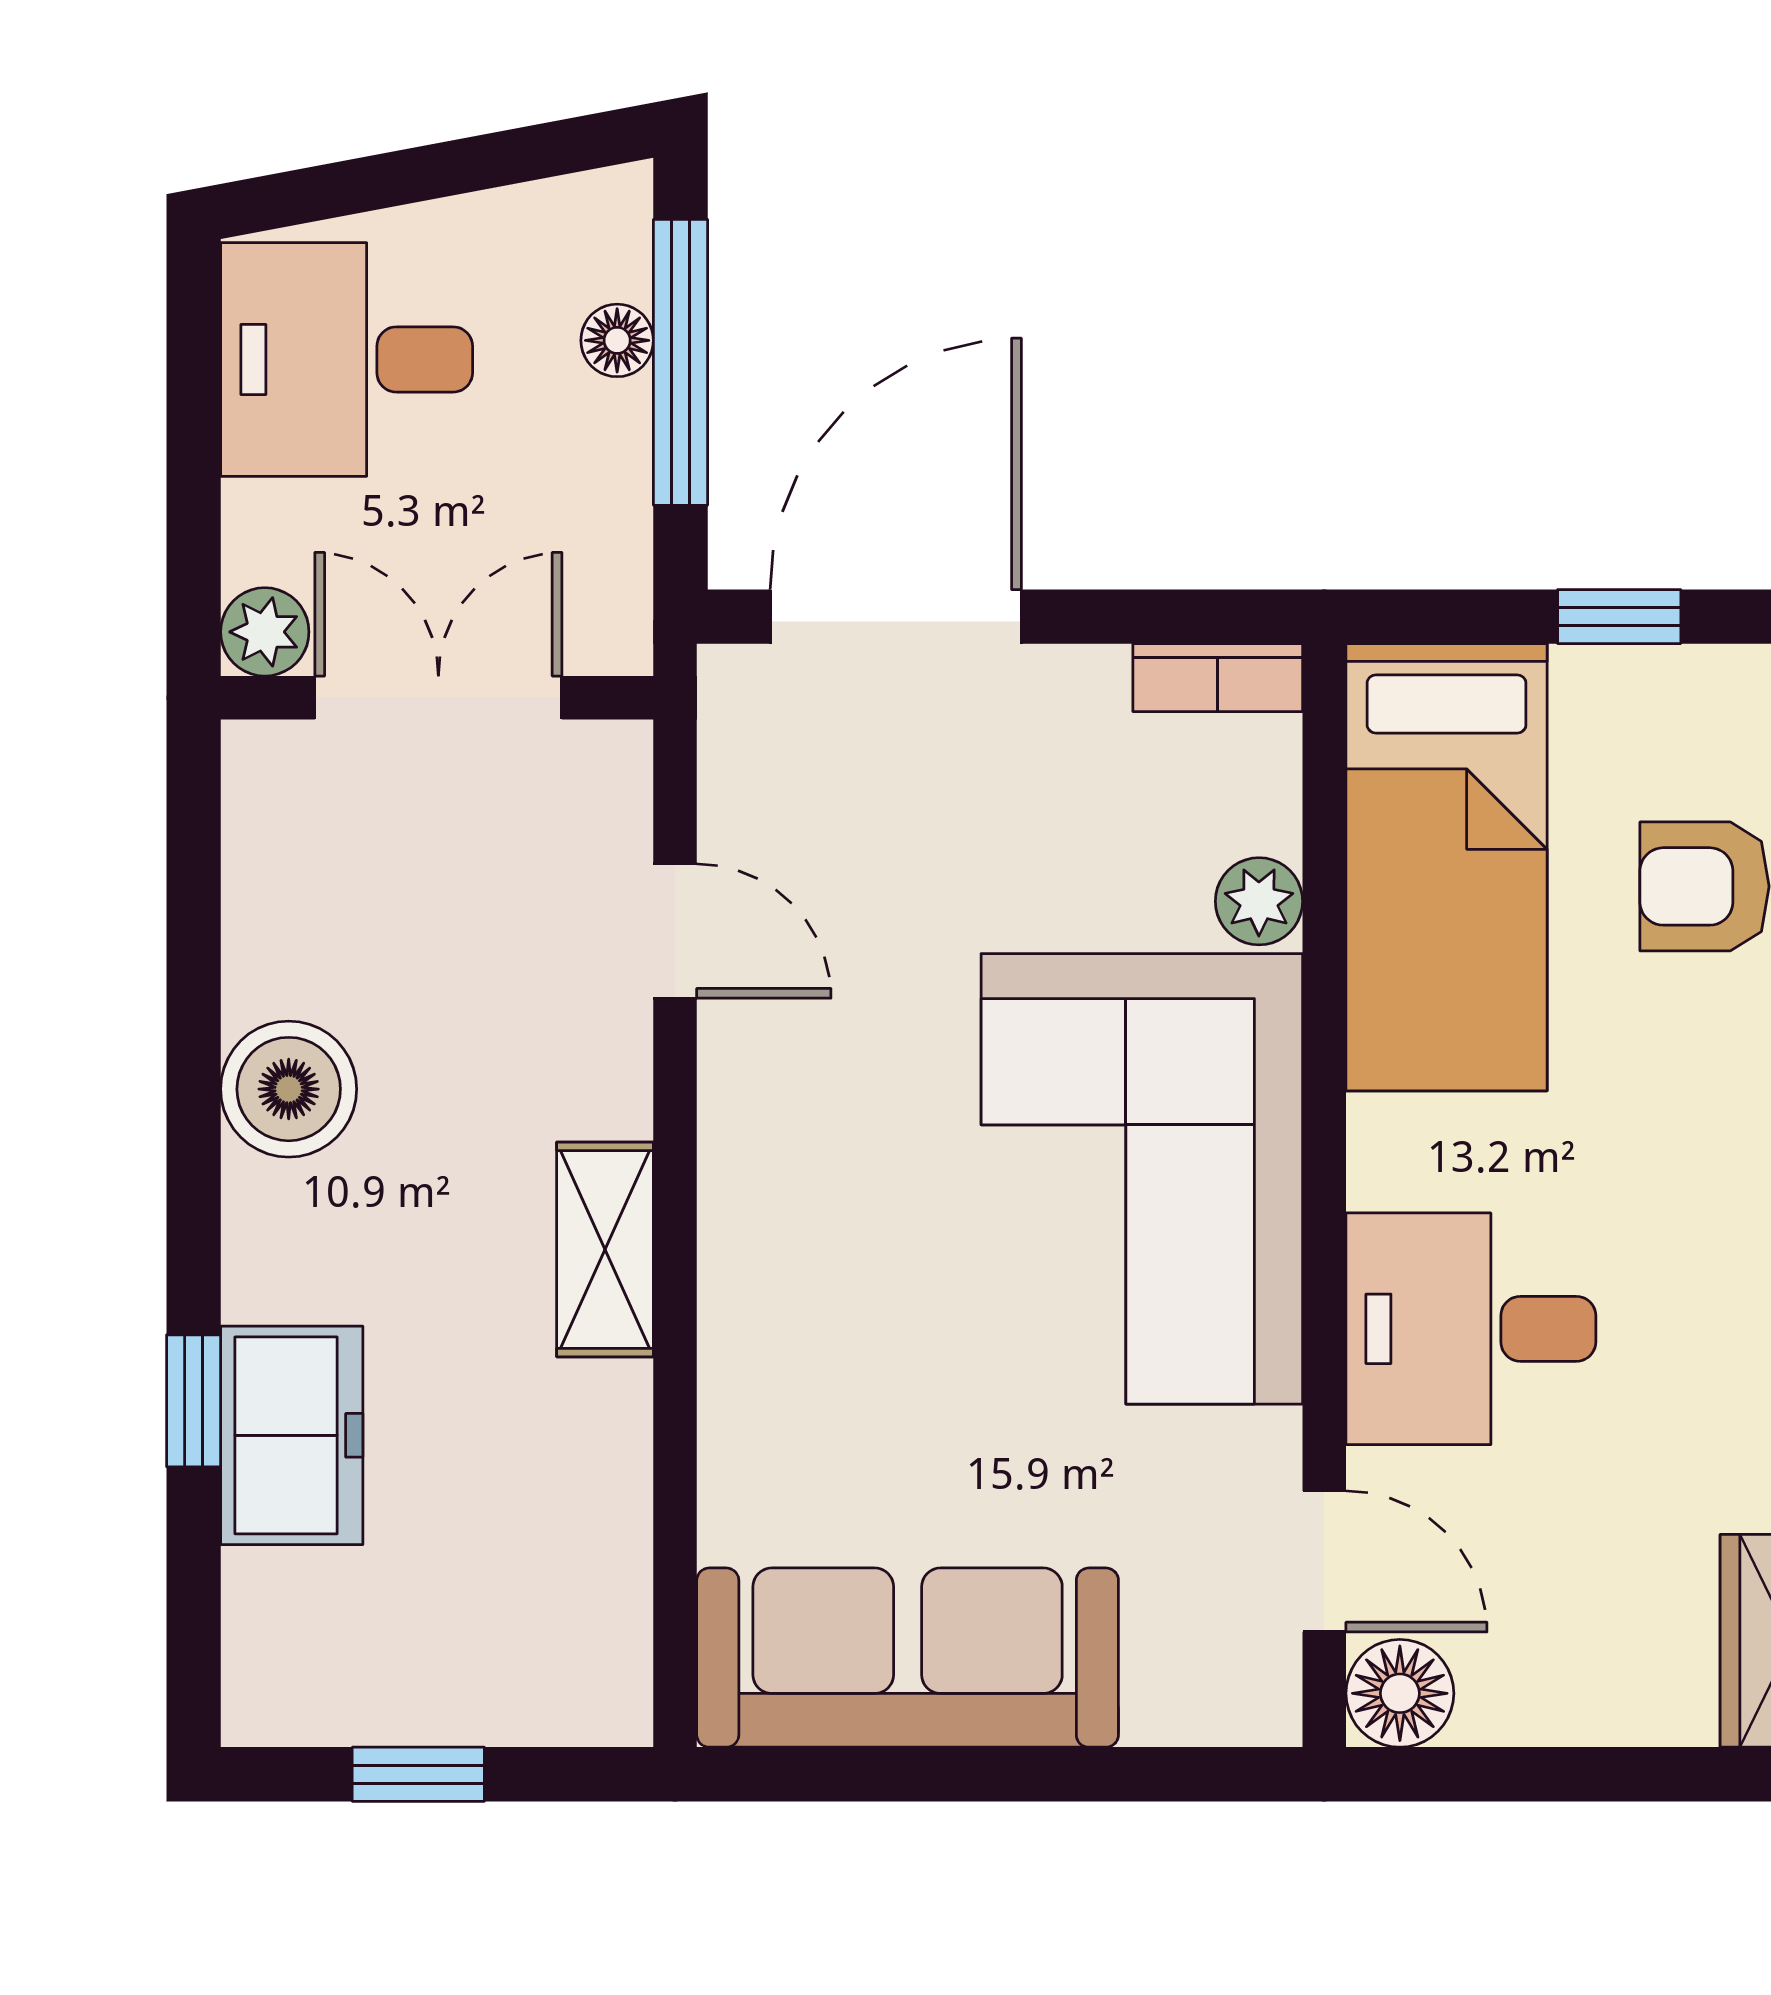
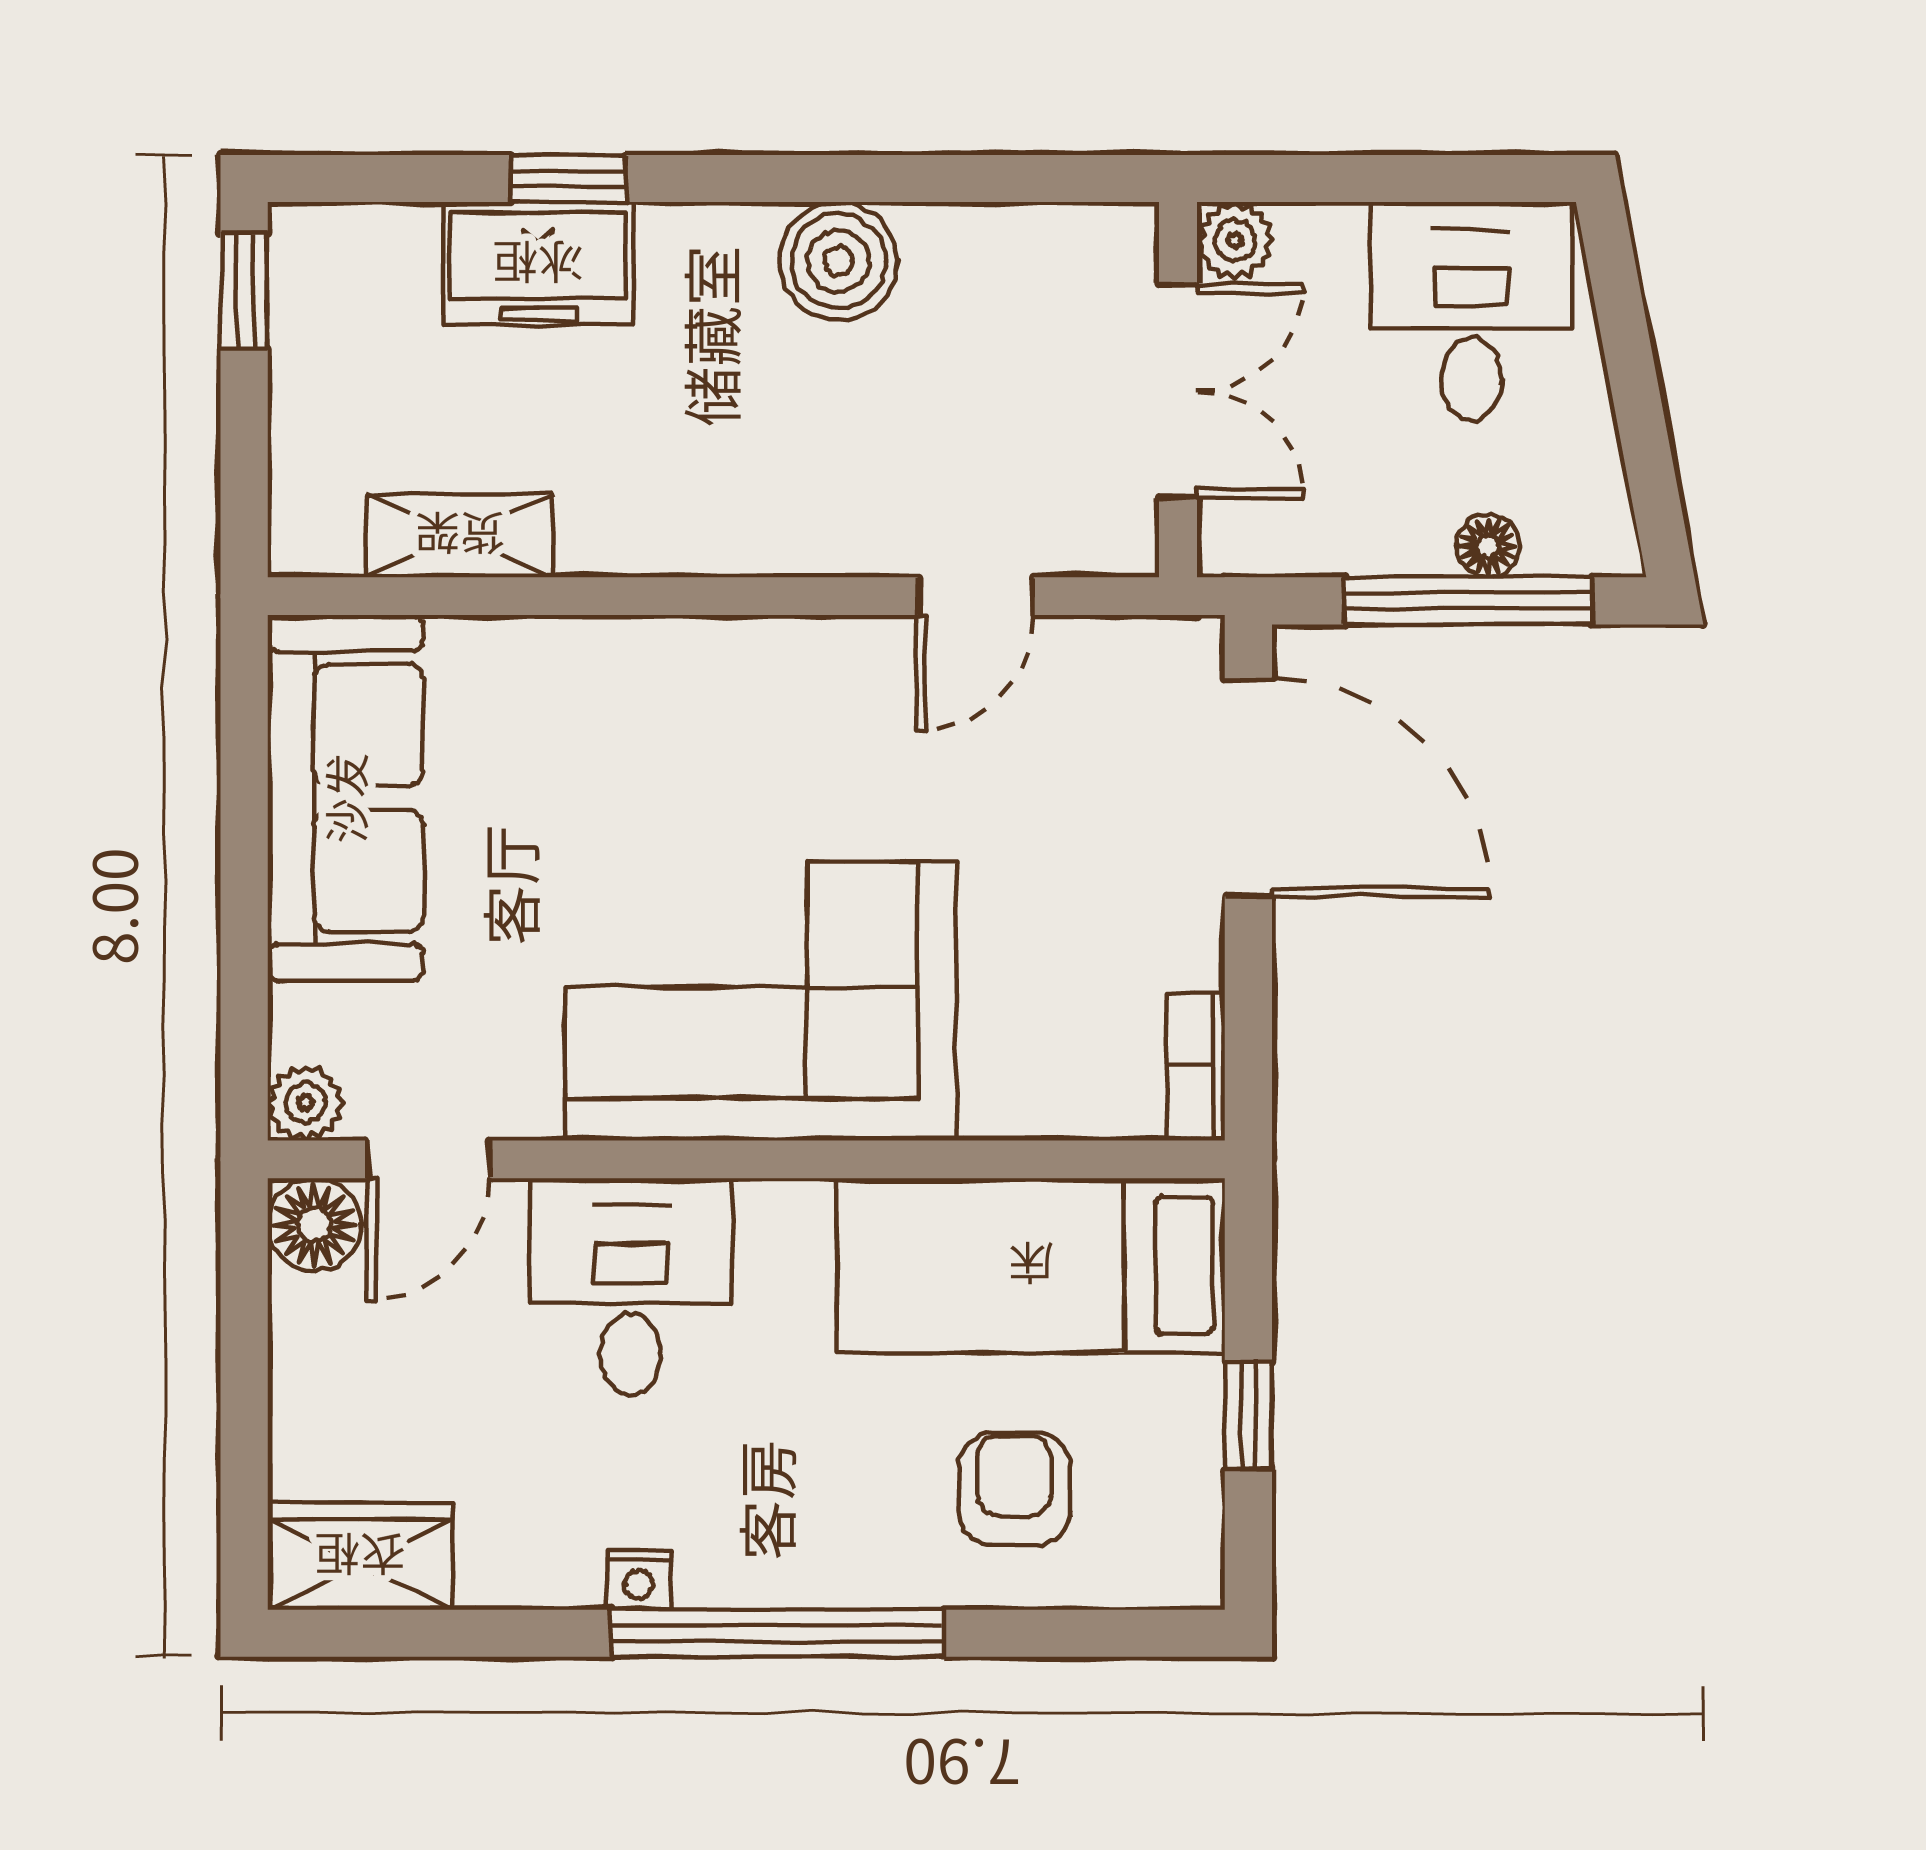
plant: (1259, 901) -> (305, 1103), moved
shelving: (605, 1249) -> (460, 535), moved
window: (418, 1774) -> (244, 291), moved

